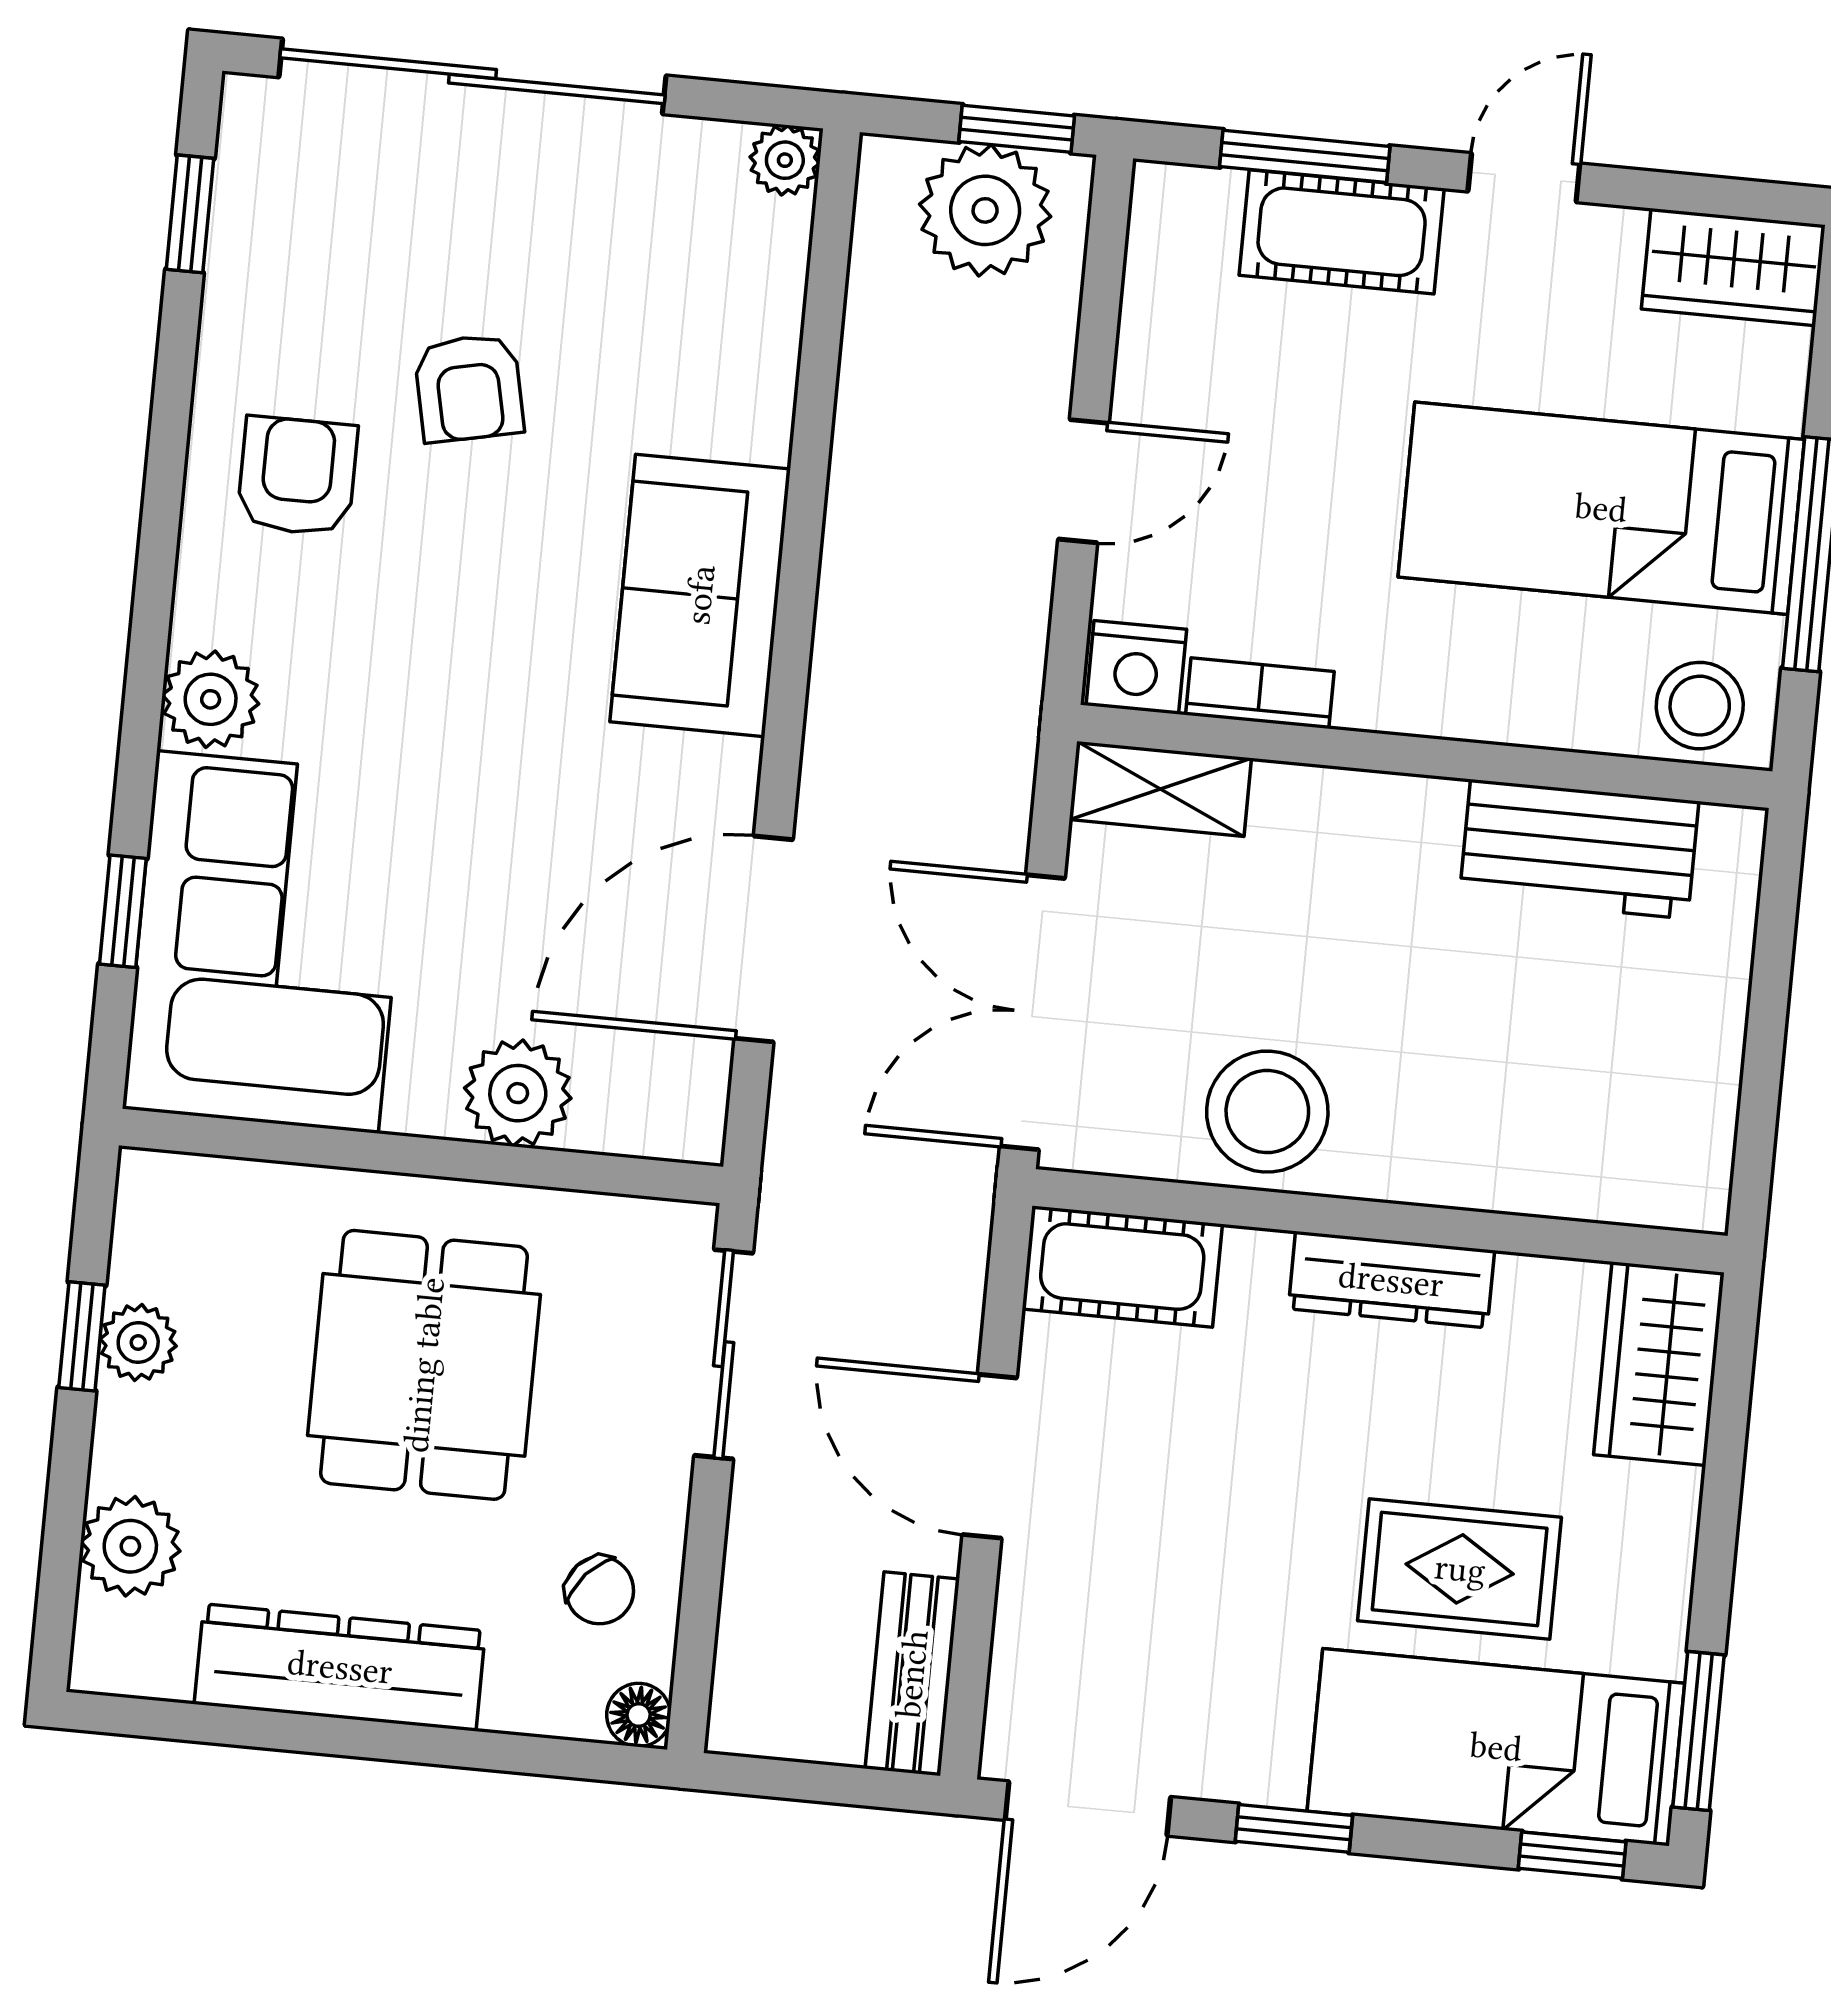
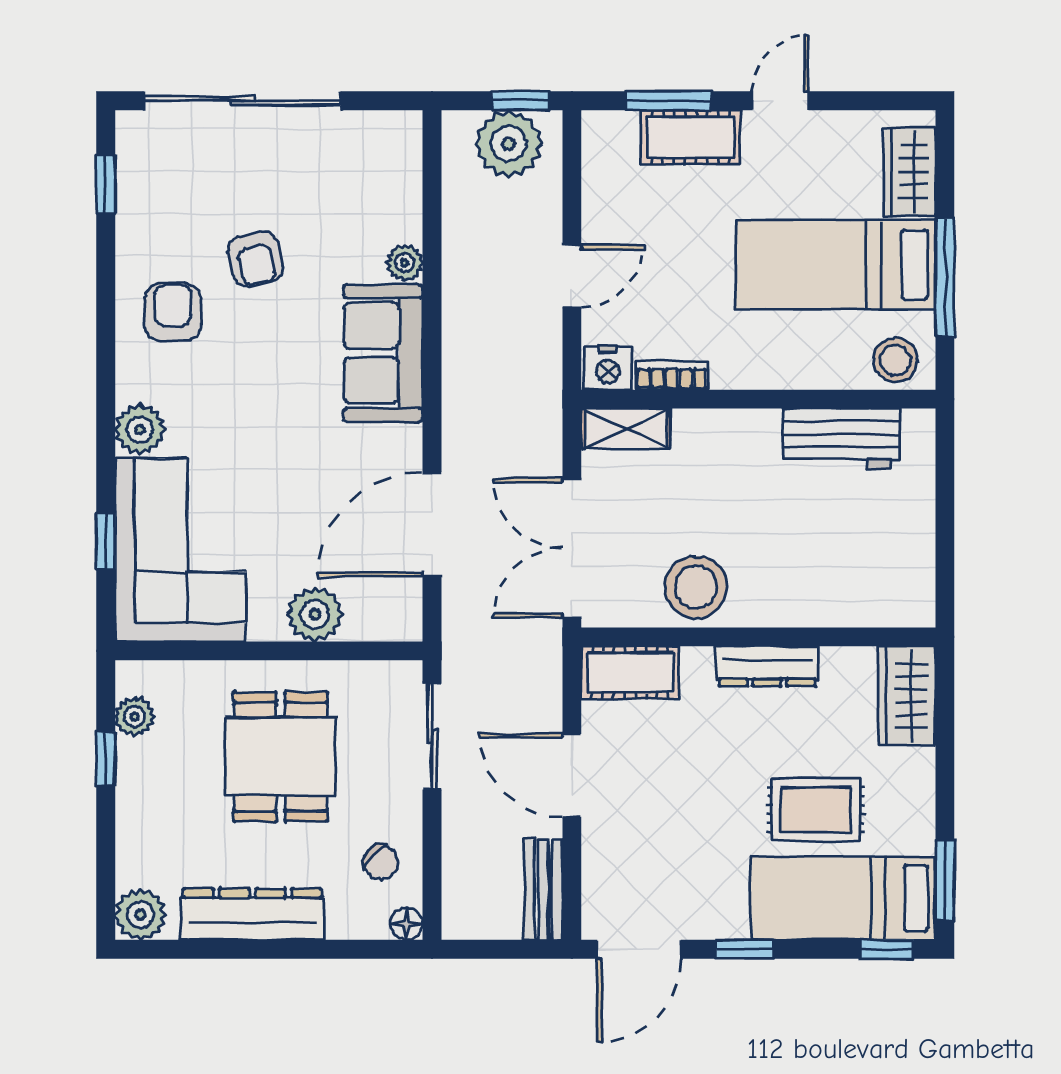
plant: (785, 160) -> (405, 263), moved
wardrobe: (1733, 267) -> (910, 172), moved, turned 90
plant: (138, 1342) -> (135, 717), moved
plant: (130, 1546) -> (140, 914), moved

